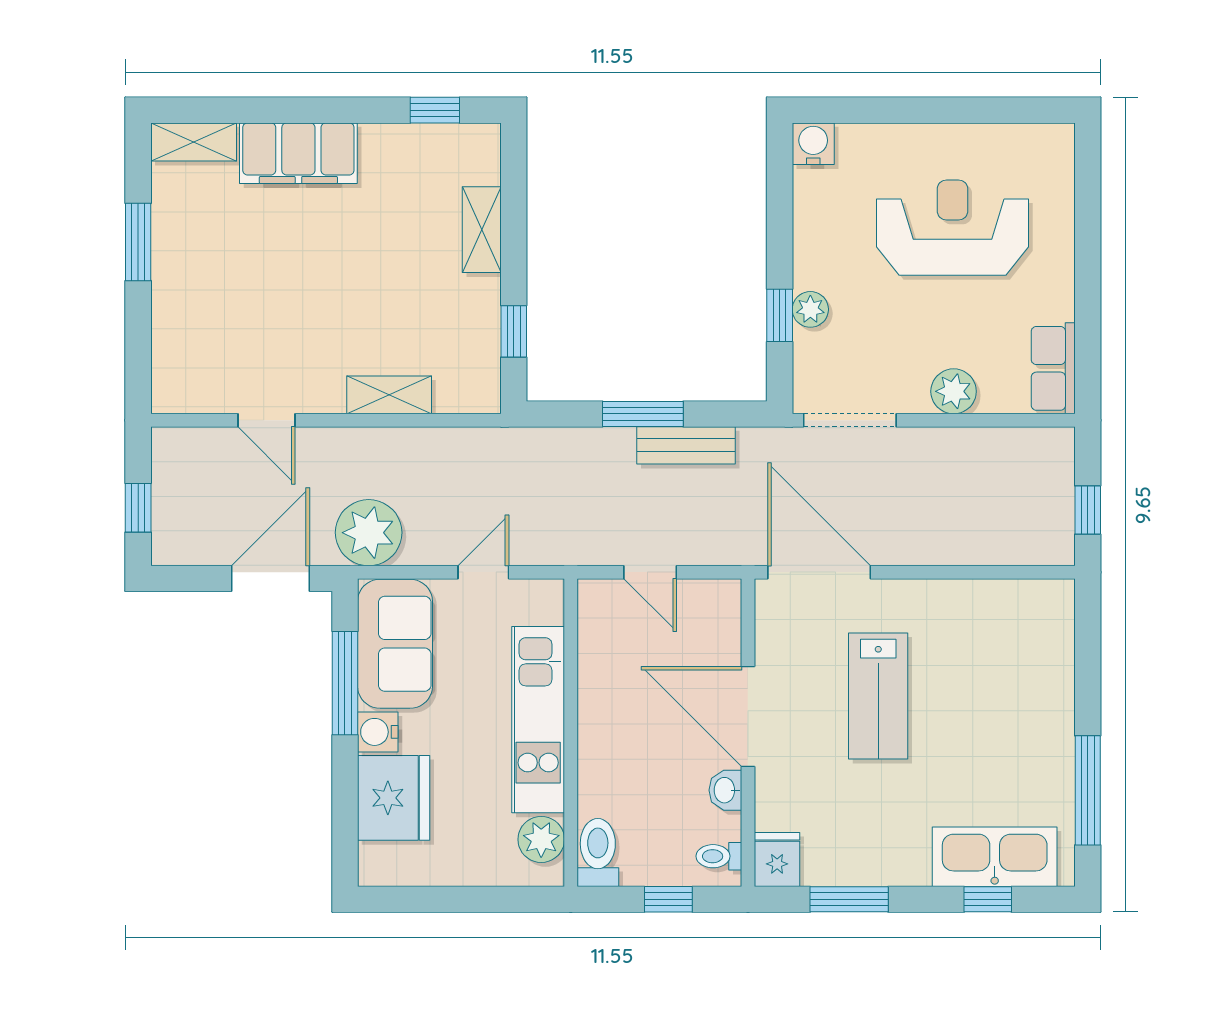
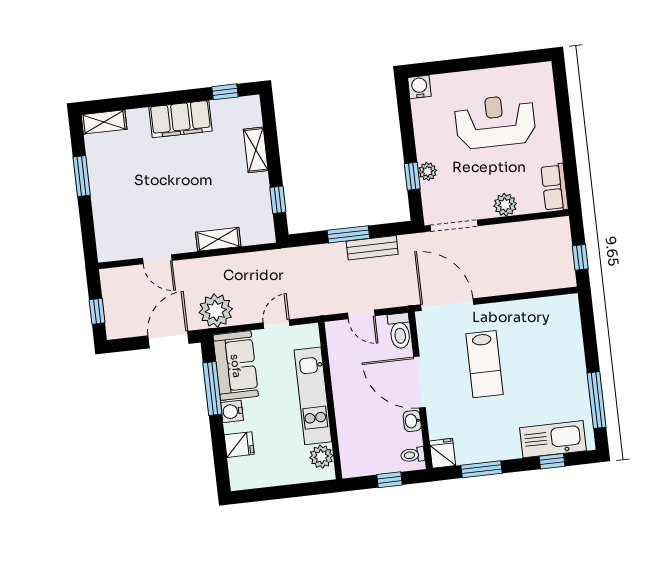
filing cabinet: (298, 153) -> (181, 119), moved
fridge: (394, 798) -> (239, 445), width x0.53, depth x0.75
toilet: (598, 853) -> (400, 331), moved, turned 180

